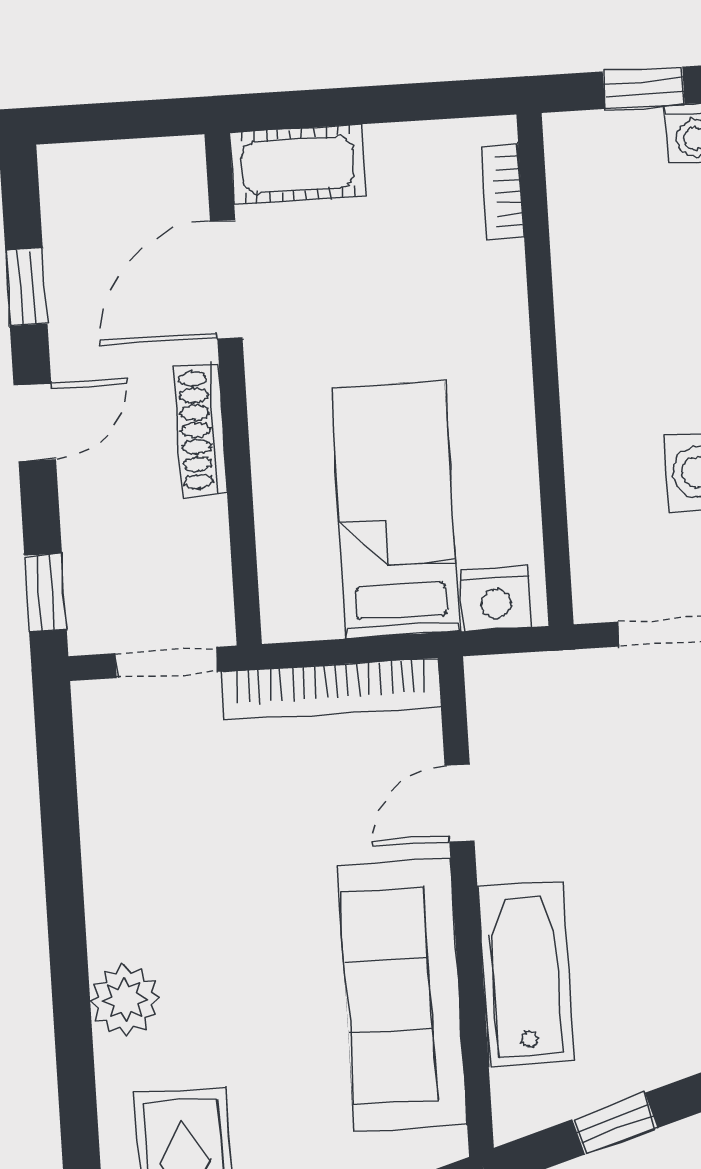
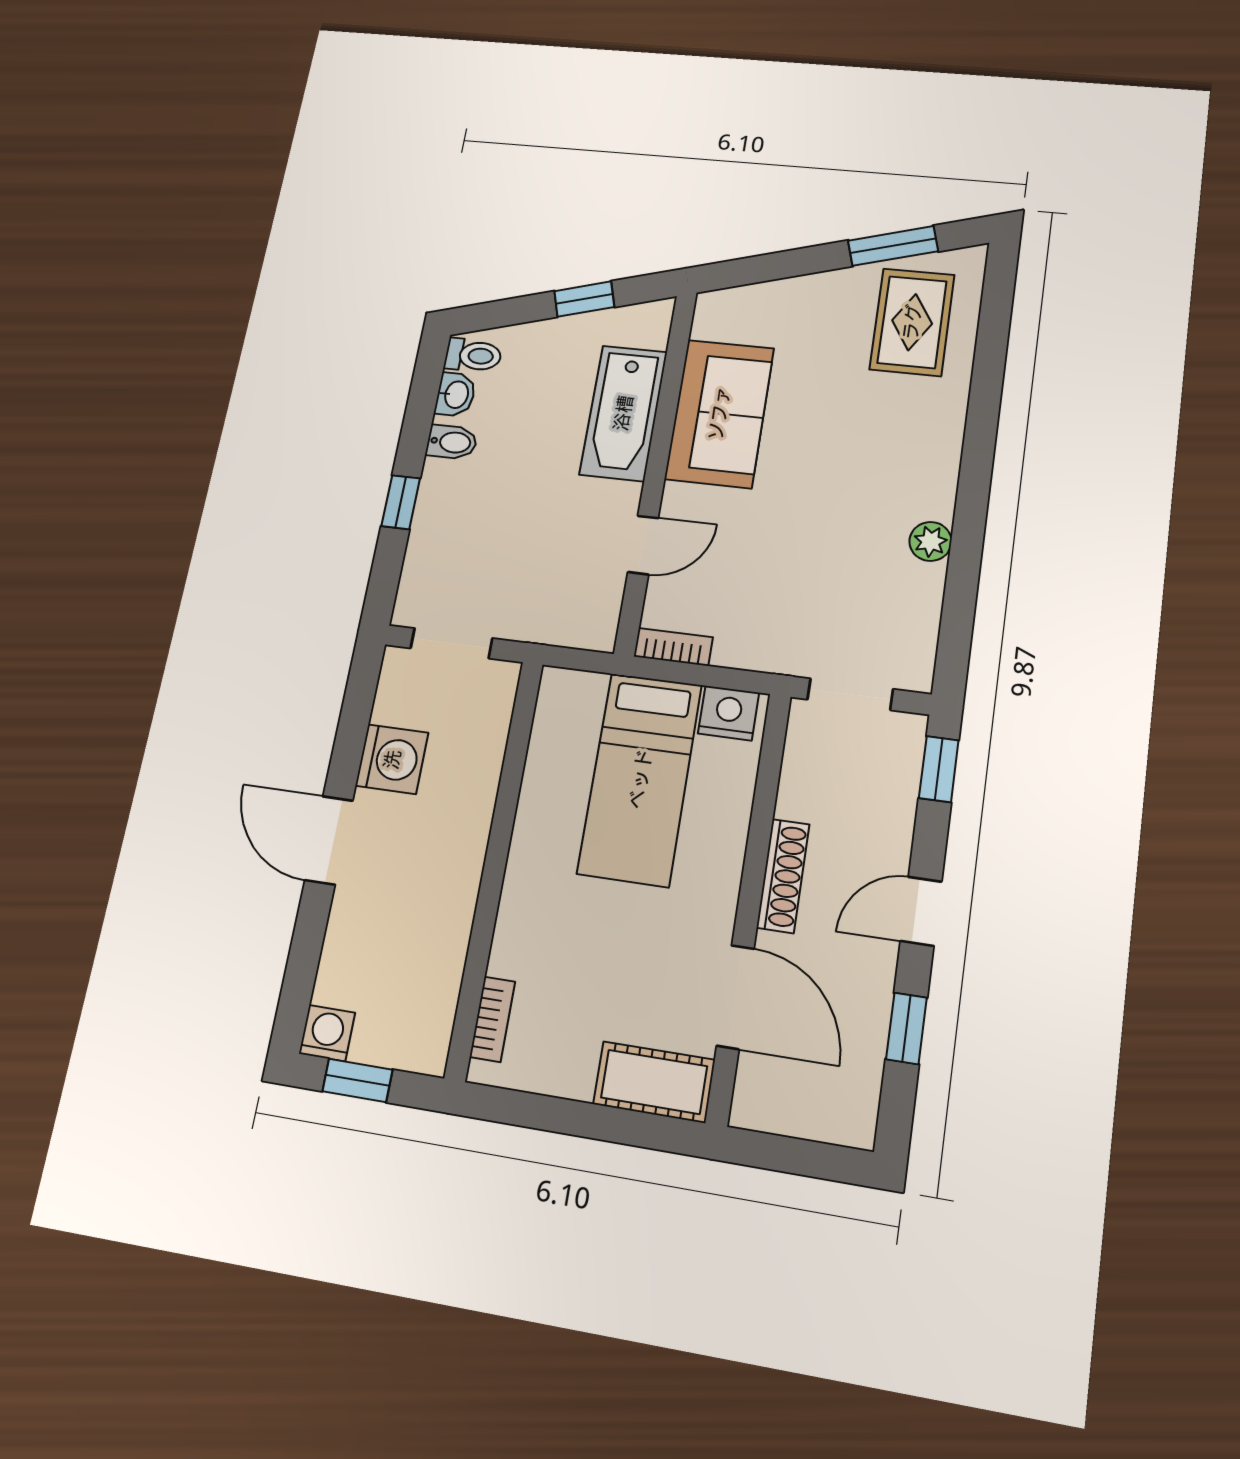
door: (226, 279) -> (735, 997), hinge flipped
nightstand: (496, 599) -> (729, 713), moved
bookcase: (331, 689) -> (673, 647), width x0.43, depth x0.76
sofa: (403, 995) -> (719, 413), width x0.73
plant: (125, 1000) -> (930, 541), moved, width x0.73, depth x0.73

